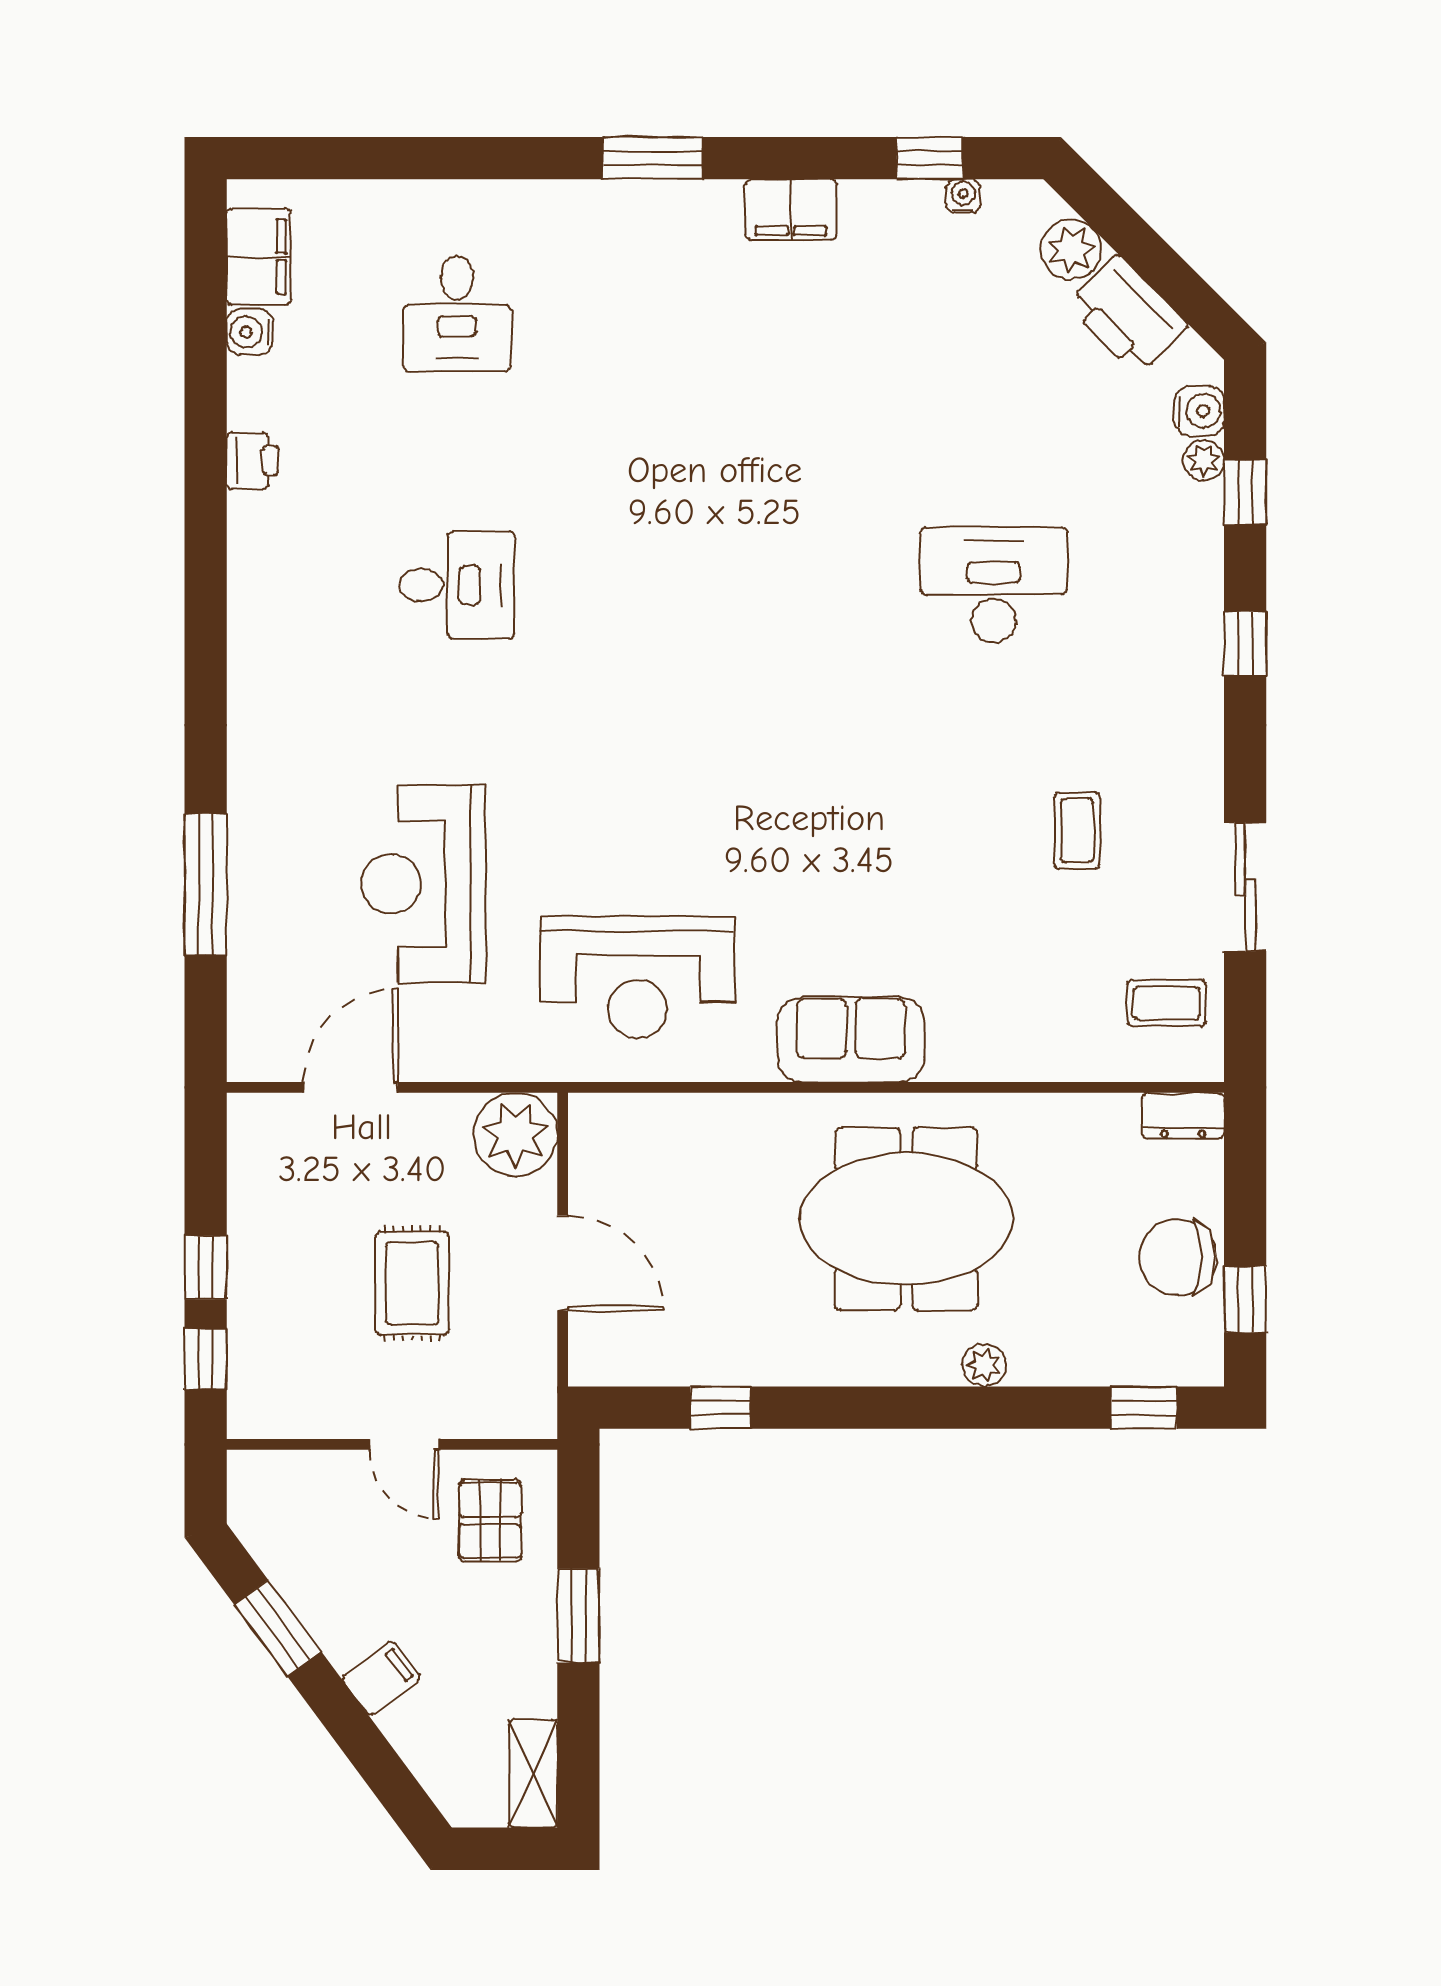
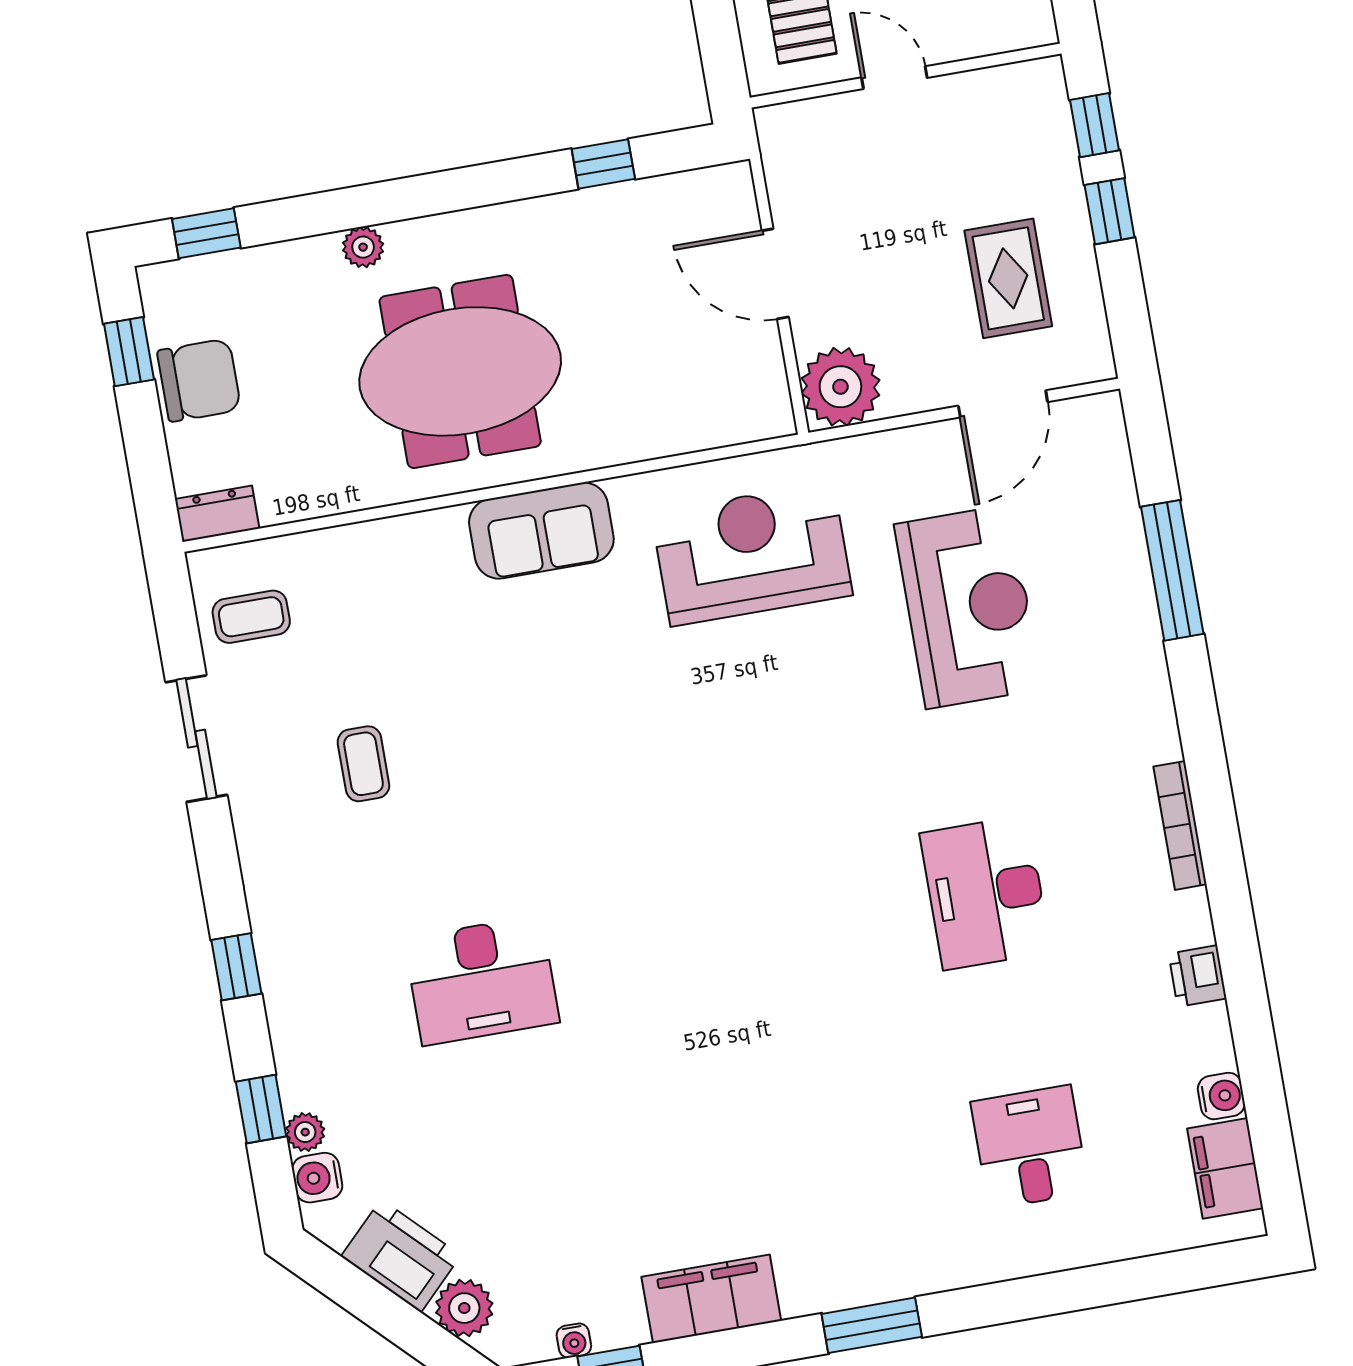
filing cabinet: (791, 209) -> (711, 1299), width x1.50, depth x1.17
desk: (457, 585) -> (985, 893), width x1.37
bookcase: (243, 619) -> (1180, 825), added
rug: (412, 1283) -> (1008, 278), moved

